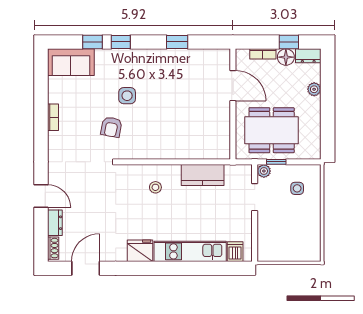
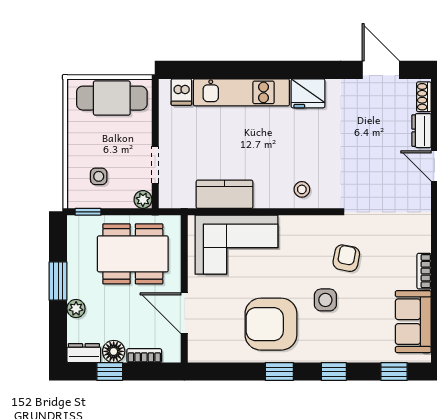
window: (92, 42) -> (394, 372), moved
window: (177, 42) -> (279, 372), moved
sofa: (71, 62) -> (413, 322), moved, turned -90
armchair: (168, 78) -> (271, 324), added
window: (328, 110) -> (58, 281), added
corner sofa: (194, 137) -> (236, 245), added
window: (276, 162) -> (88, 212), moved
stool: (155, 187) -> (302, 189), moved
cafe table: (287, 247) -> (112, 98), added
door: (86, 268) -> (381, 70), swing flipped

